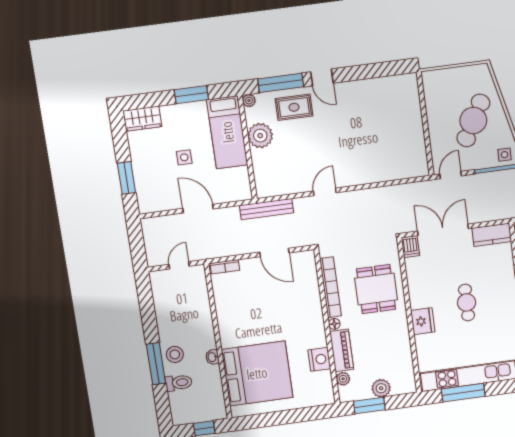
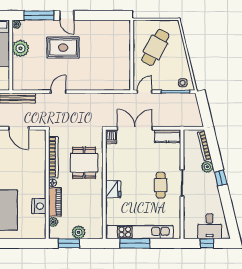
rug: (294, 107) -> (63, 47), moved, width x1.36, depth x1.43
cafe table: (473, 120) -> (155, 47), moved
cafe table: (467, 302) -> (161, 185), moved

